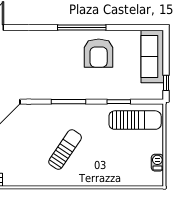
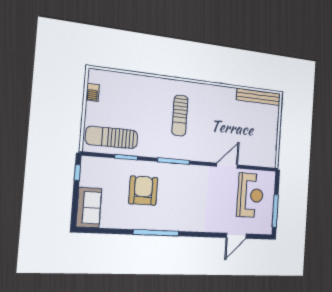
armchair: (99, 53) -> (143, 191), moved
sofa: (152, 56) -> (89, 208), width x0.73
sun lounger: (65, 150) -> (180, 116), turned -34

